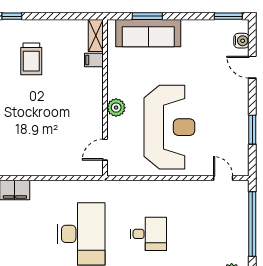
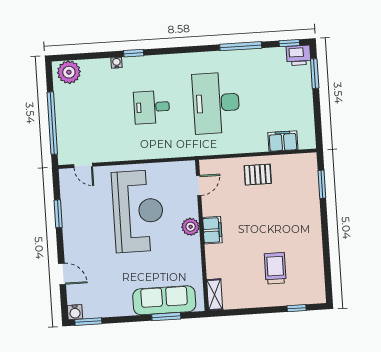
water cooler: (241, 41) -> (75, 312), moved, turned -90
filing cabinet: (94, 60) -> (212, 230), moved, width x2.00
reception desk: (169, 127) -> (138, 211), turned 180
pallet: (43, 157) -> (258, 175), added

